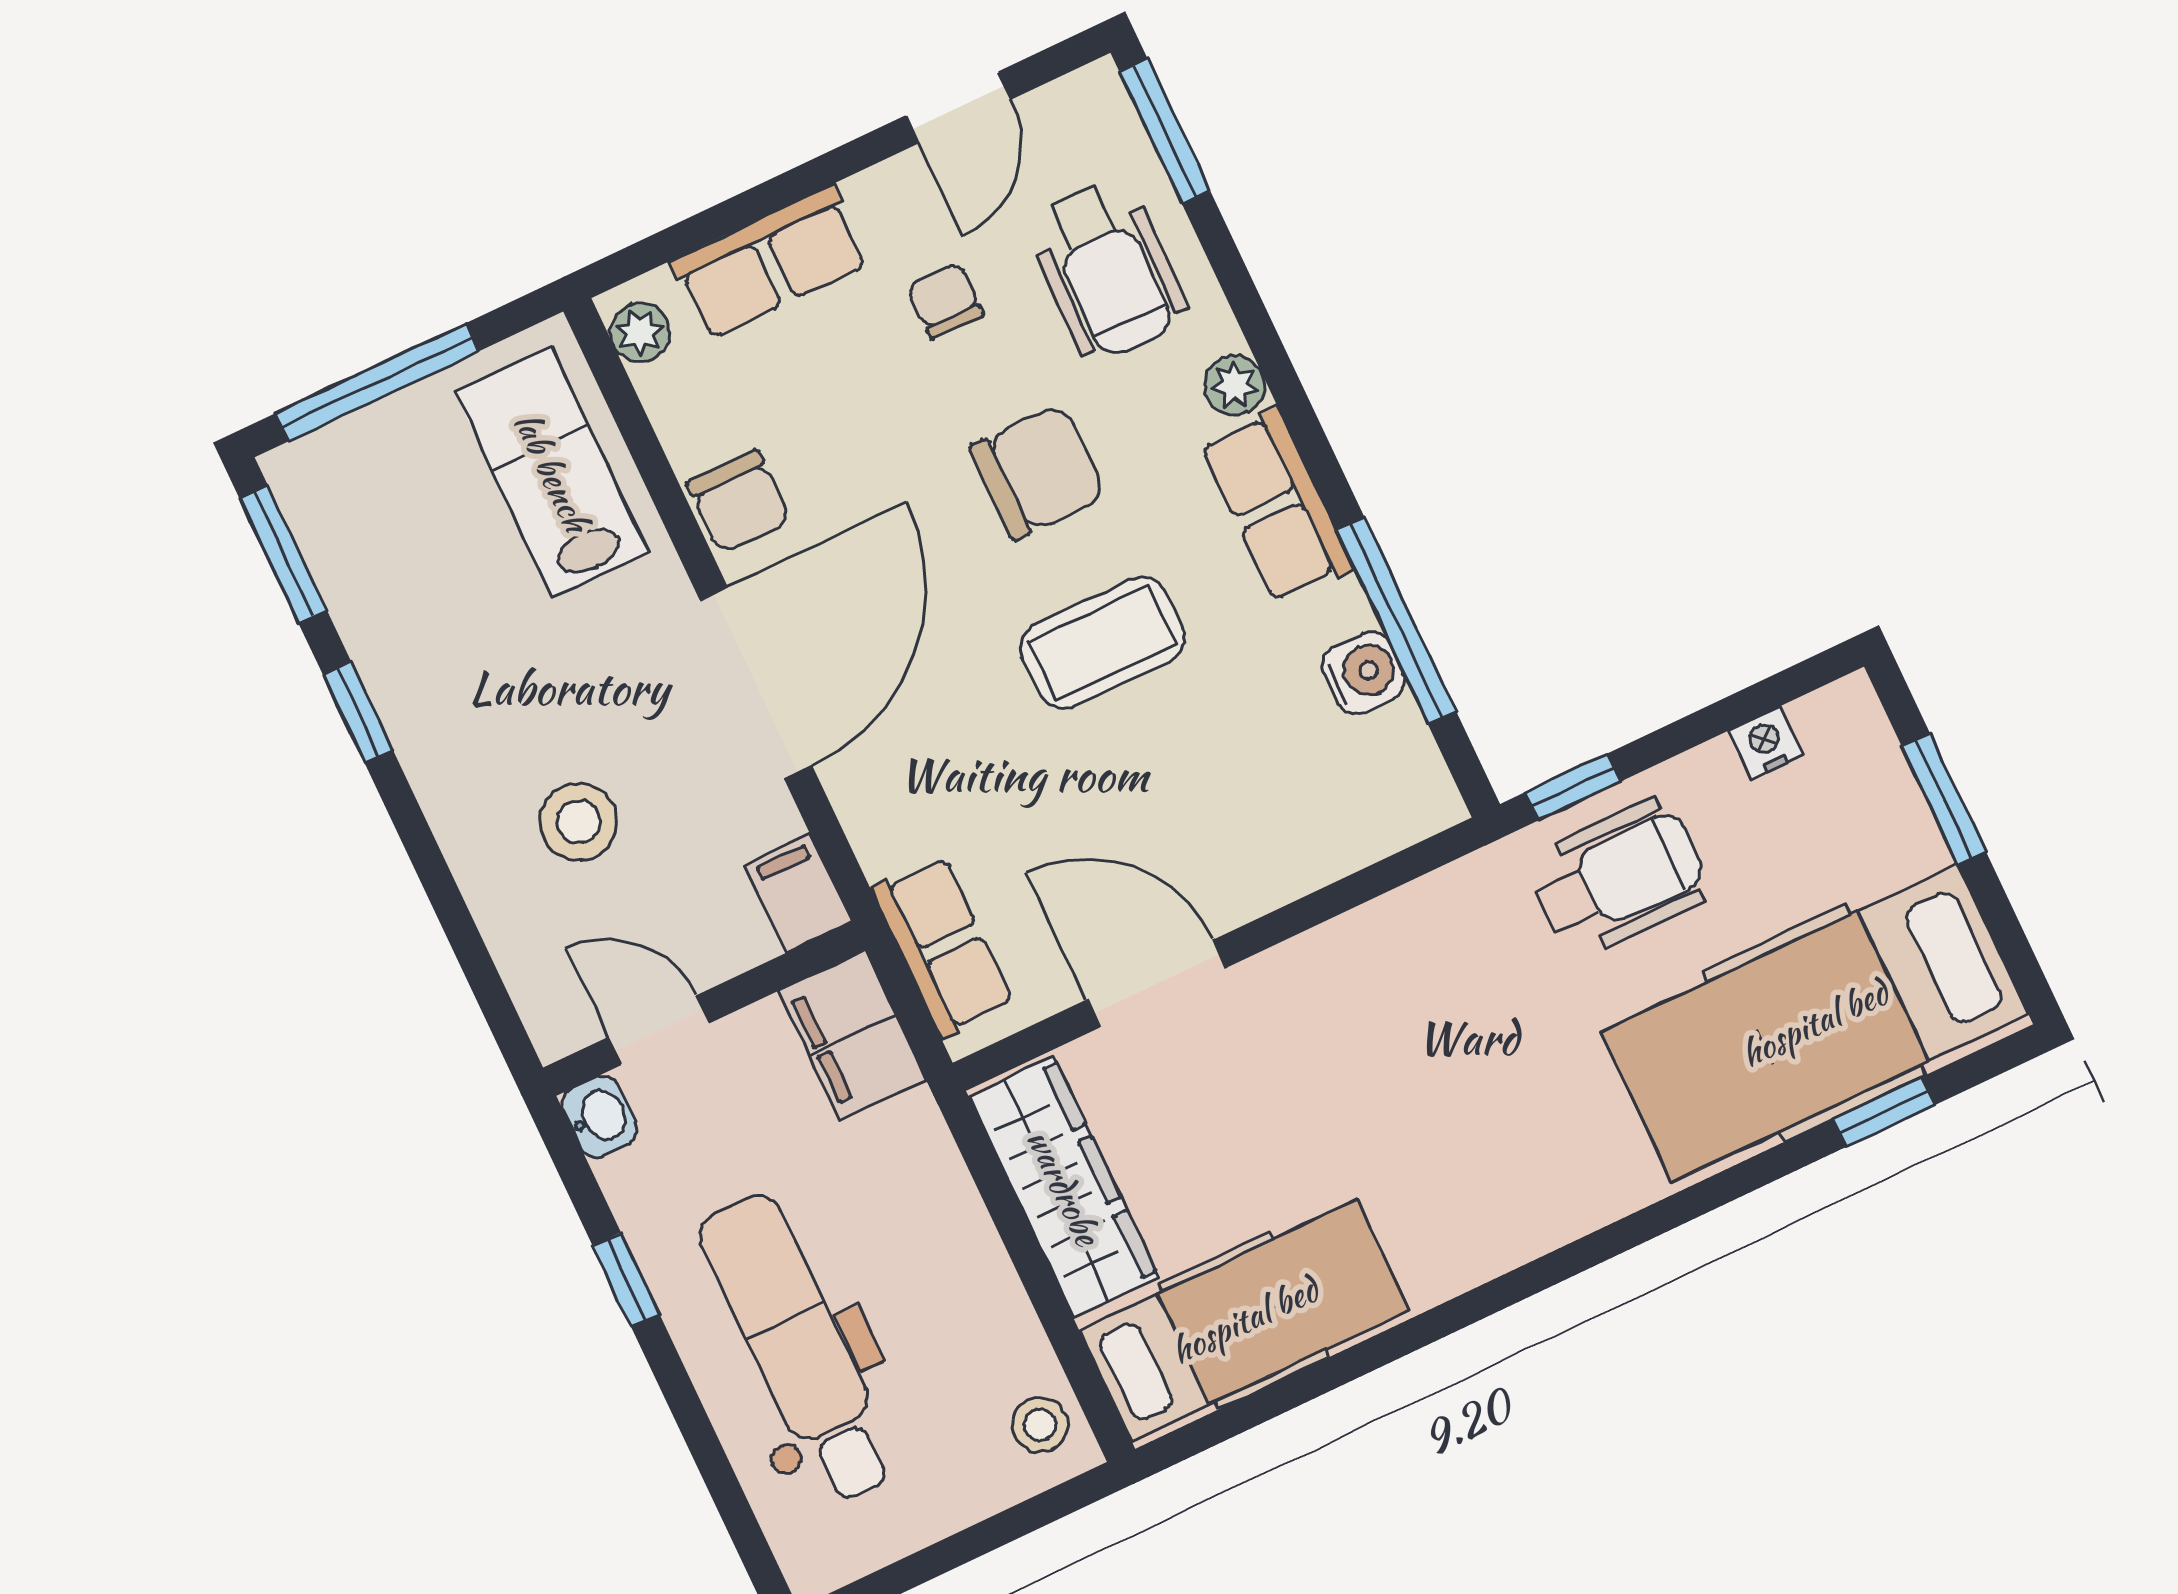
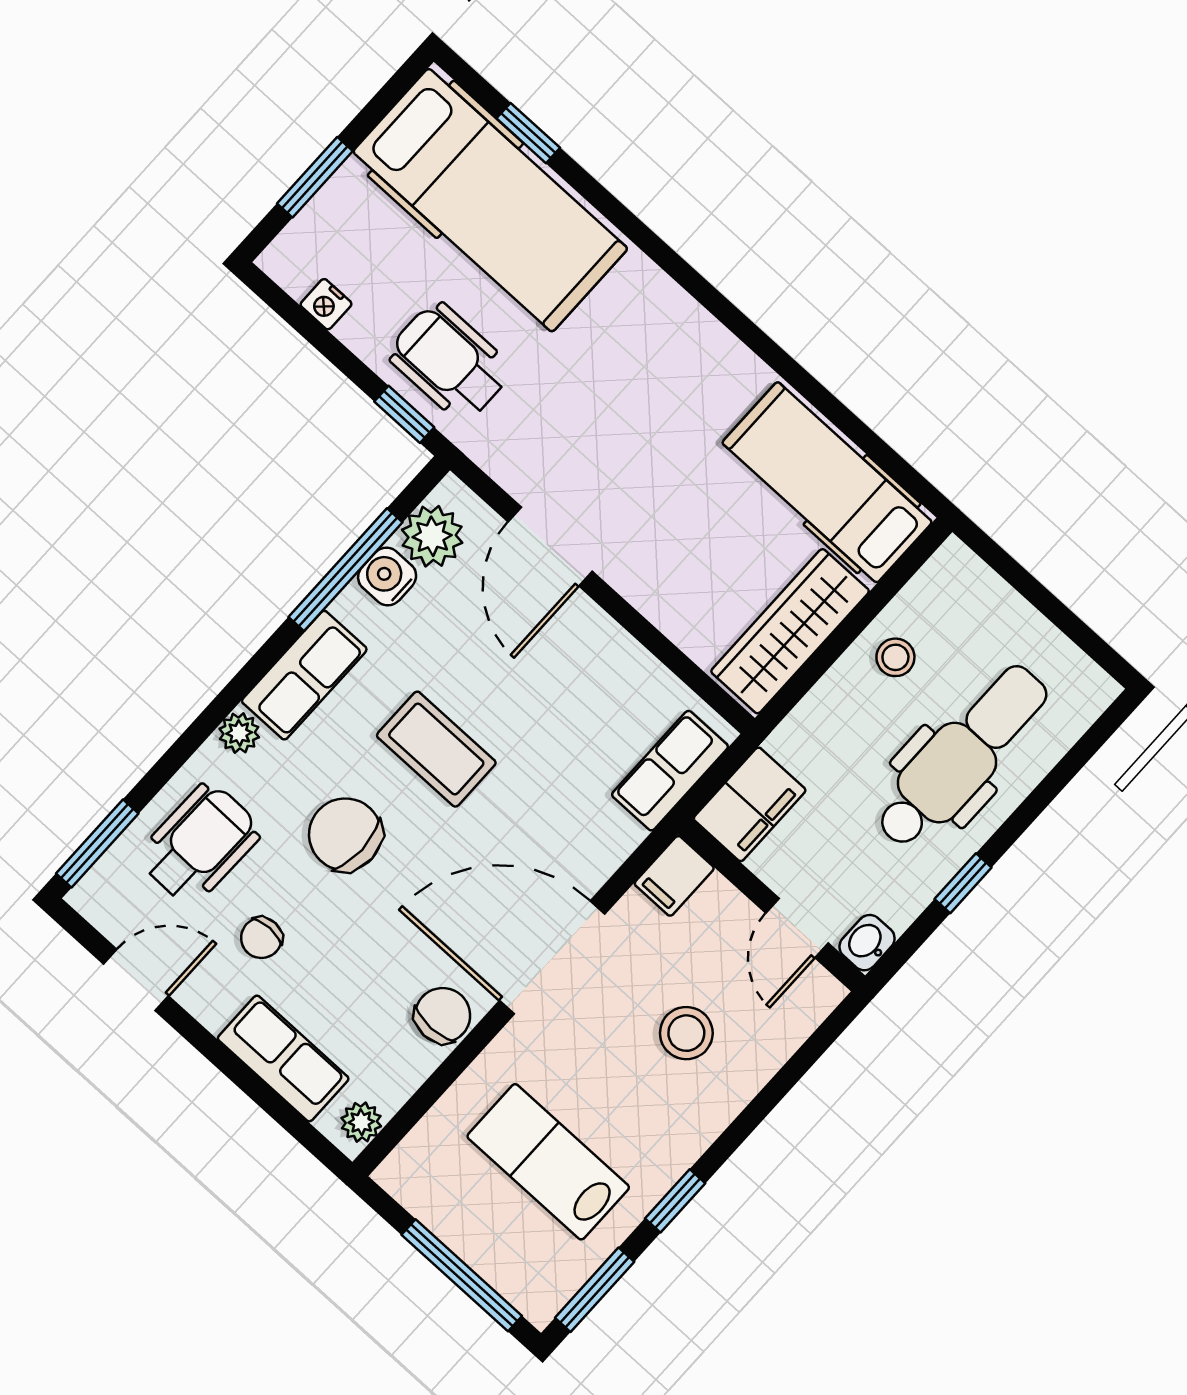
lab bench: (552, 472) -> (548, 1162), moved, turned 90
plant: (1393, 756) -> (432, 536), added
door: (1157, 984) -> (550, 547), moved
dental chair: (798, 1349) -> (961, 757), turned 180
stool: (1040, 1425) -> (895, 657), moved

